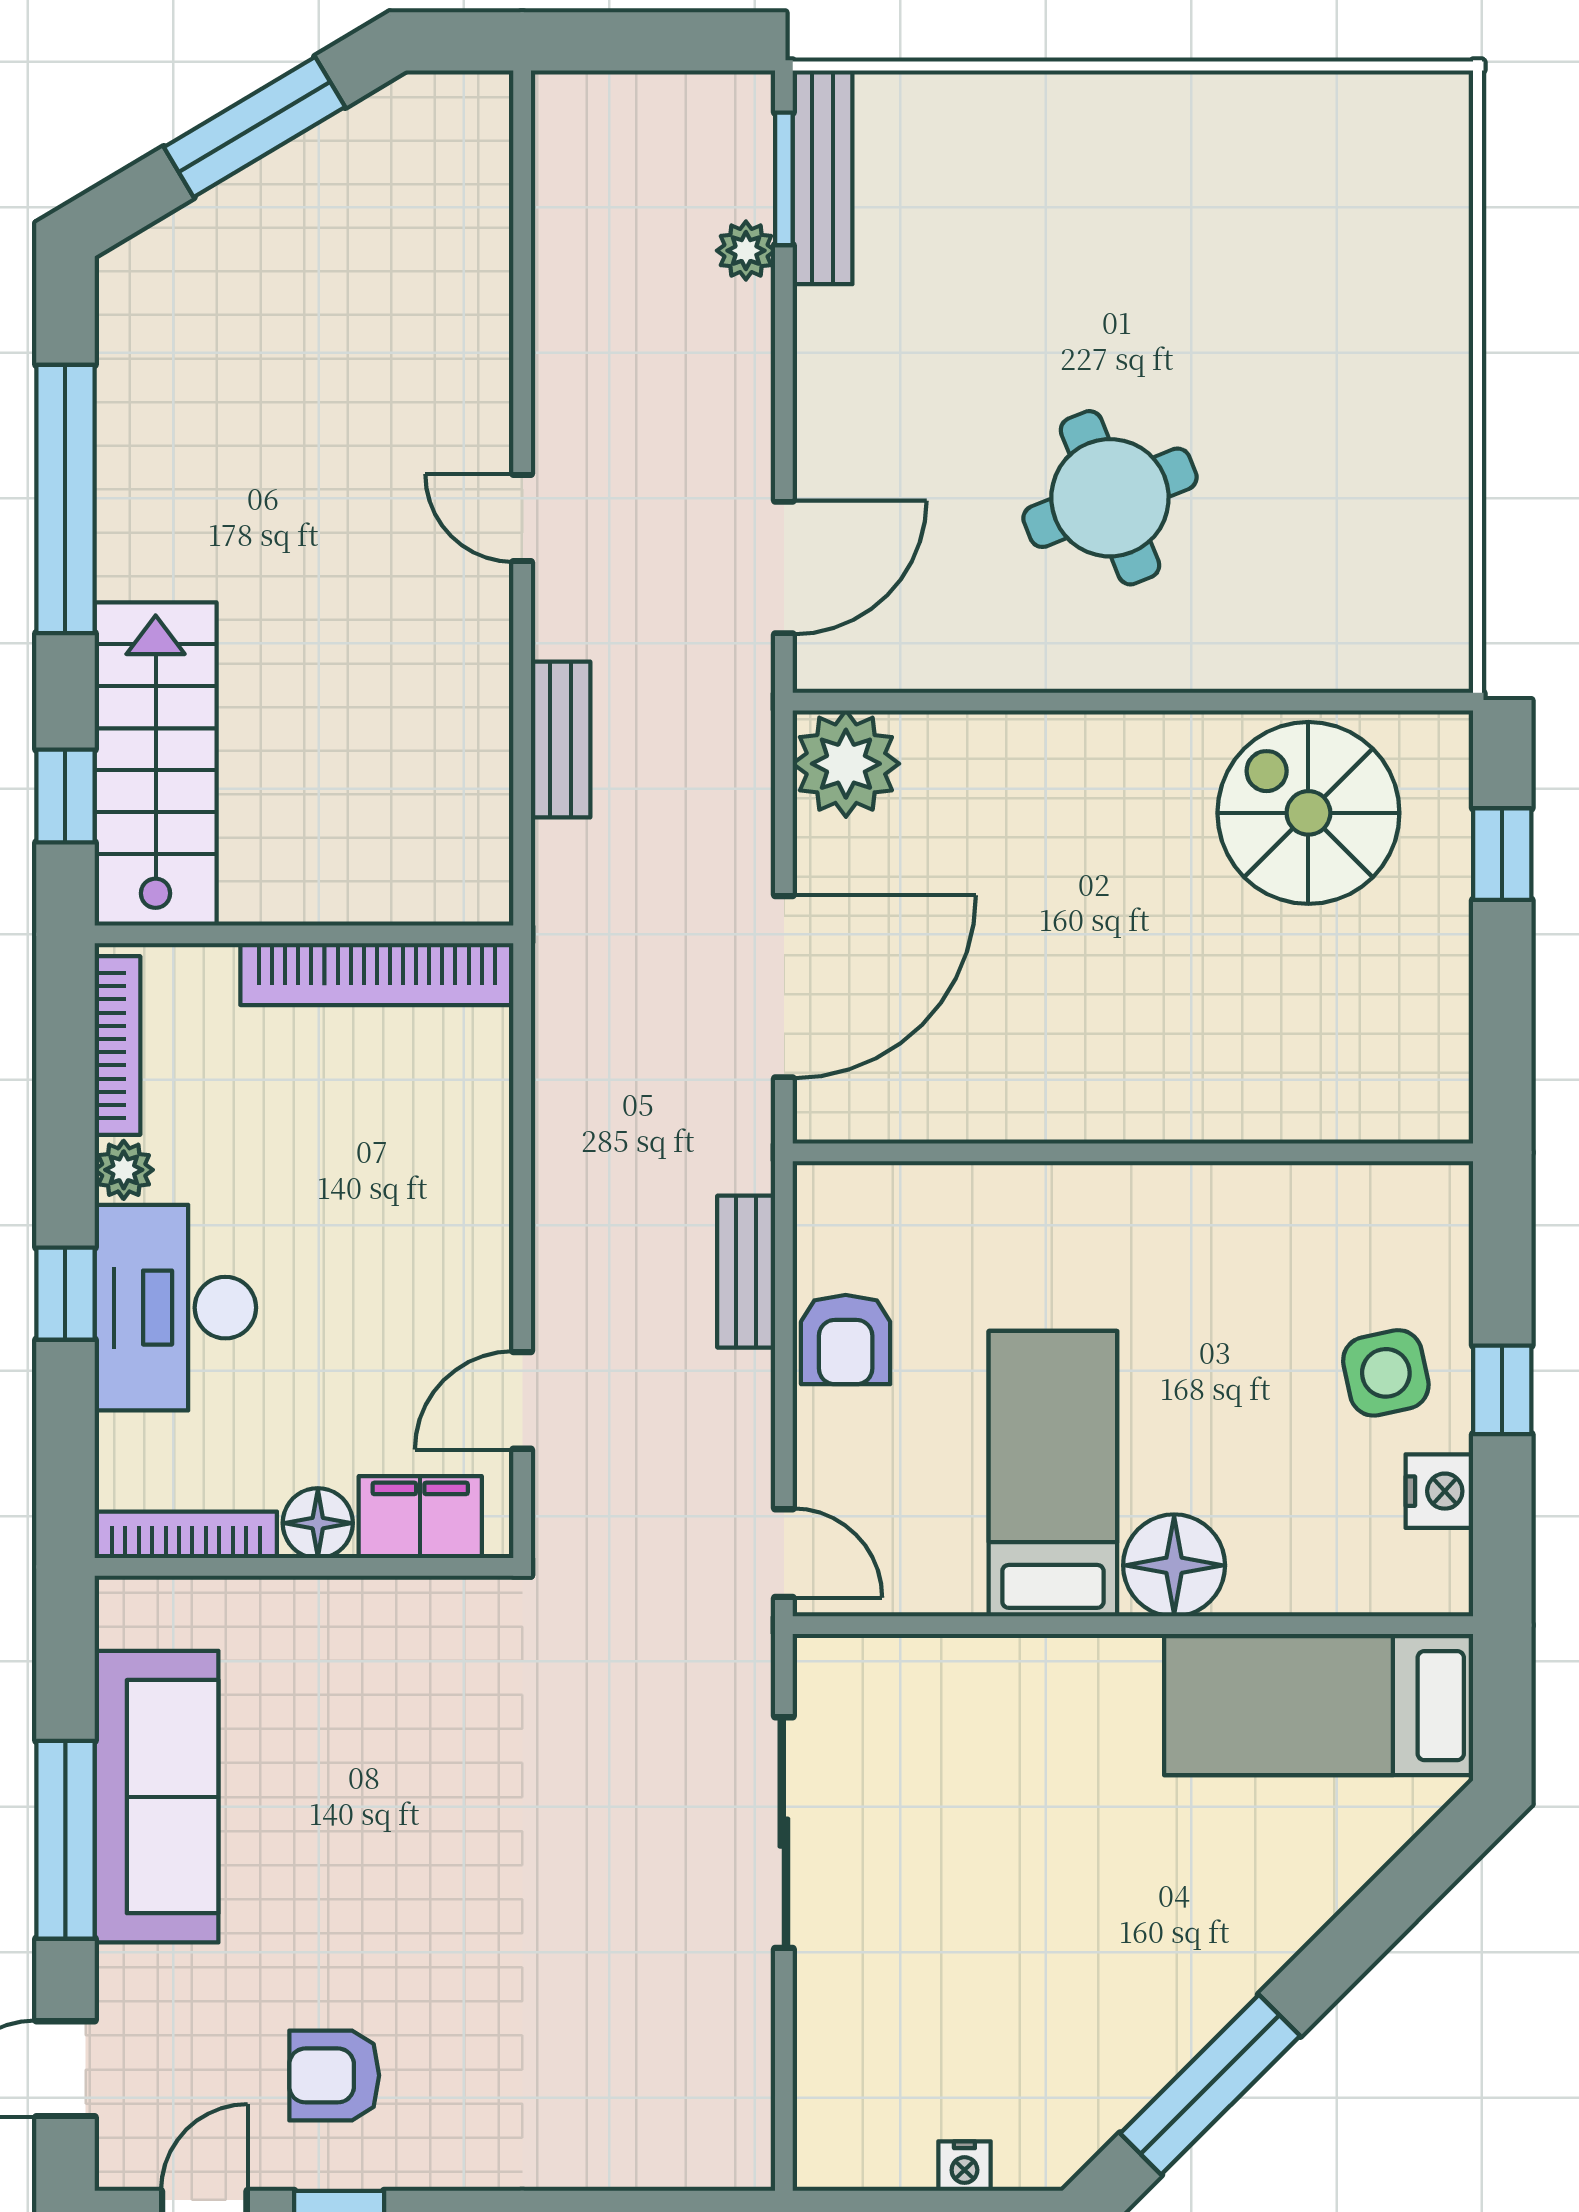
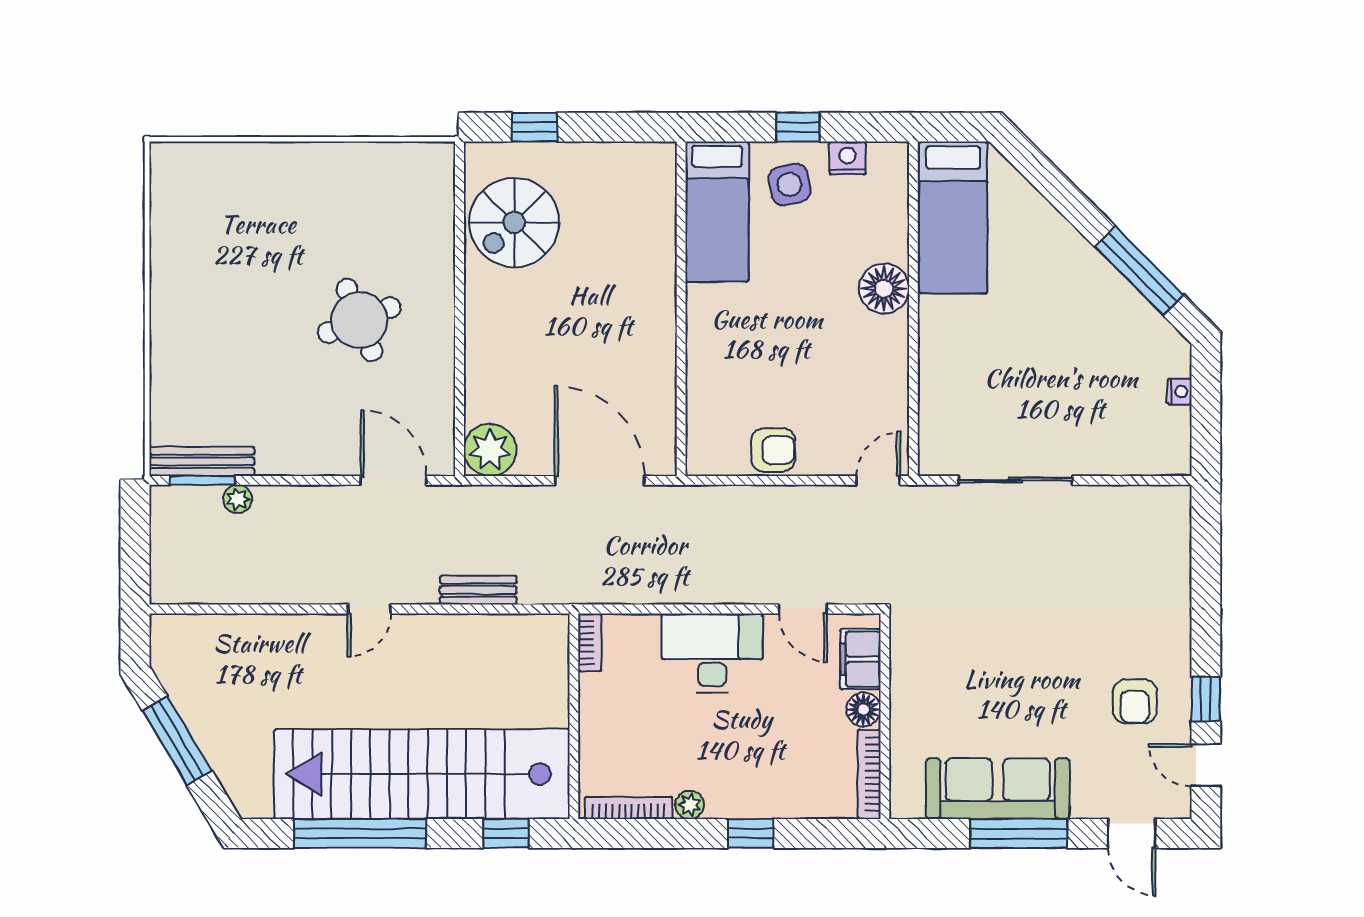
stairs: (156, 764) -> (422, 774), width x1.86, depth x1.51
bookcase: (377, 974) -> (590, 642), width x0.43, depth x0.76
bench: (746, 1272) -> (740, 499), removed
desk: (175, 1308) -> (712, 653), moved, turned 180
bed: (1053, 1474) -> (717, 212), moved, turned -90

